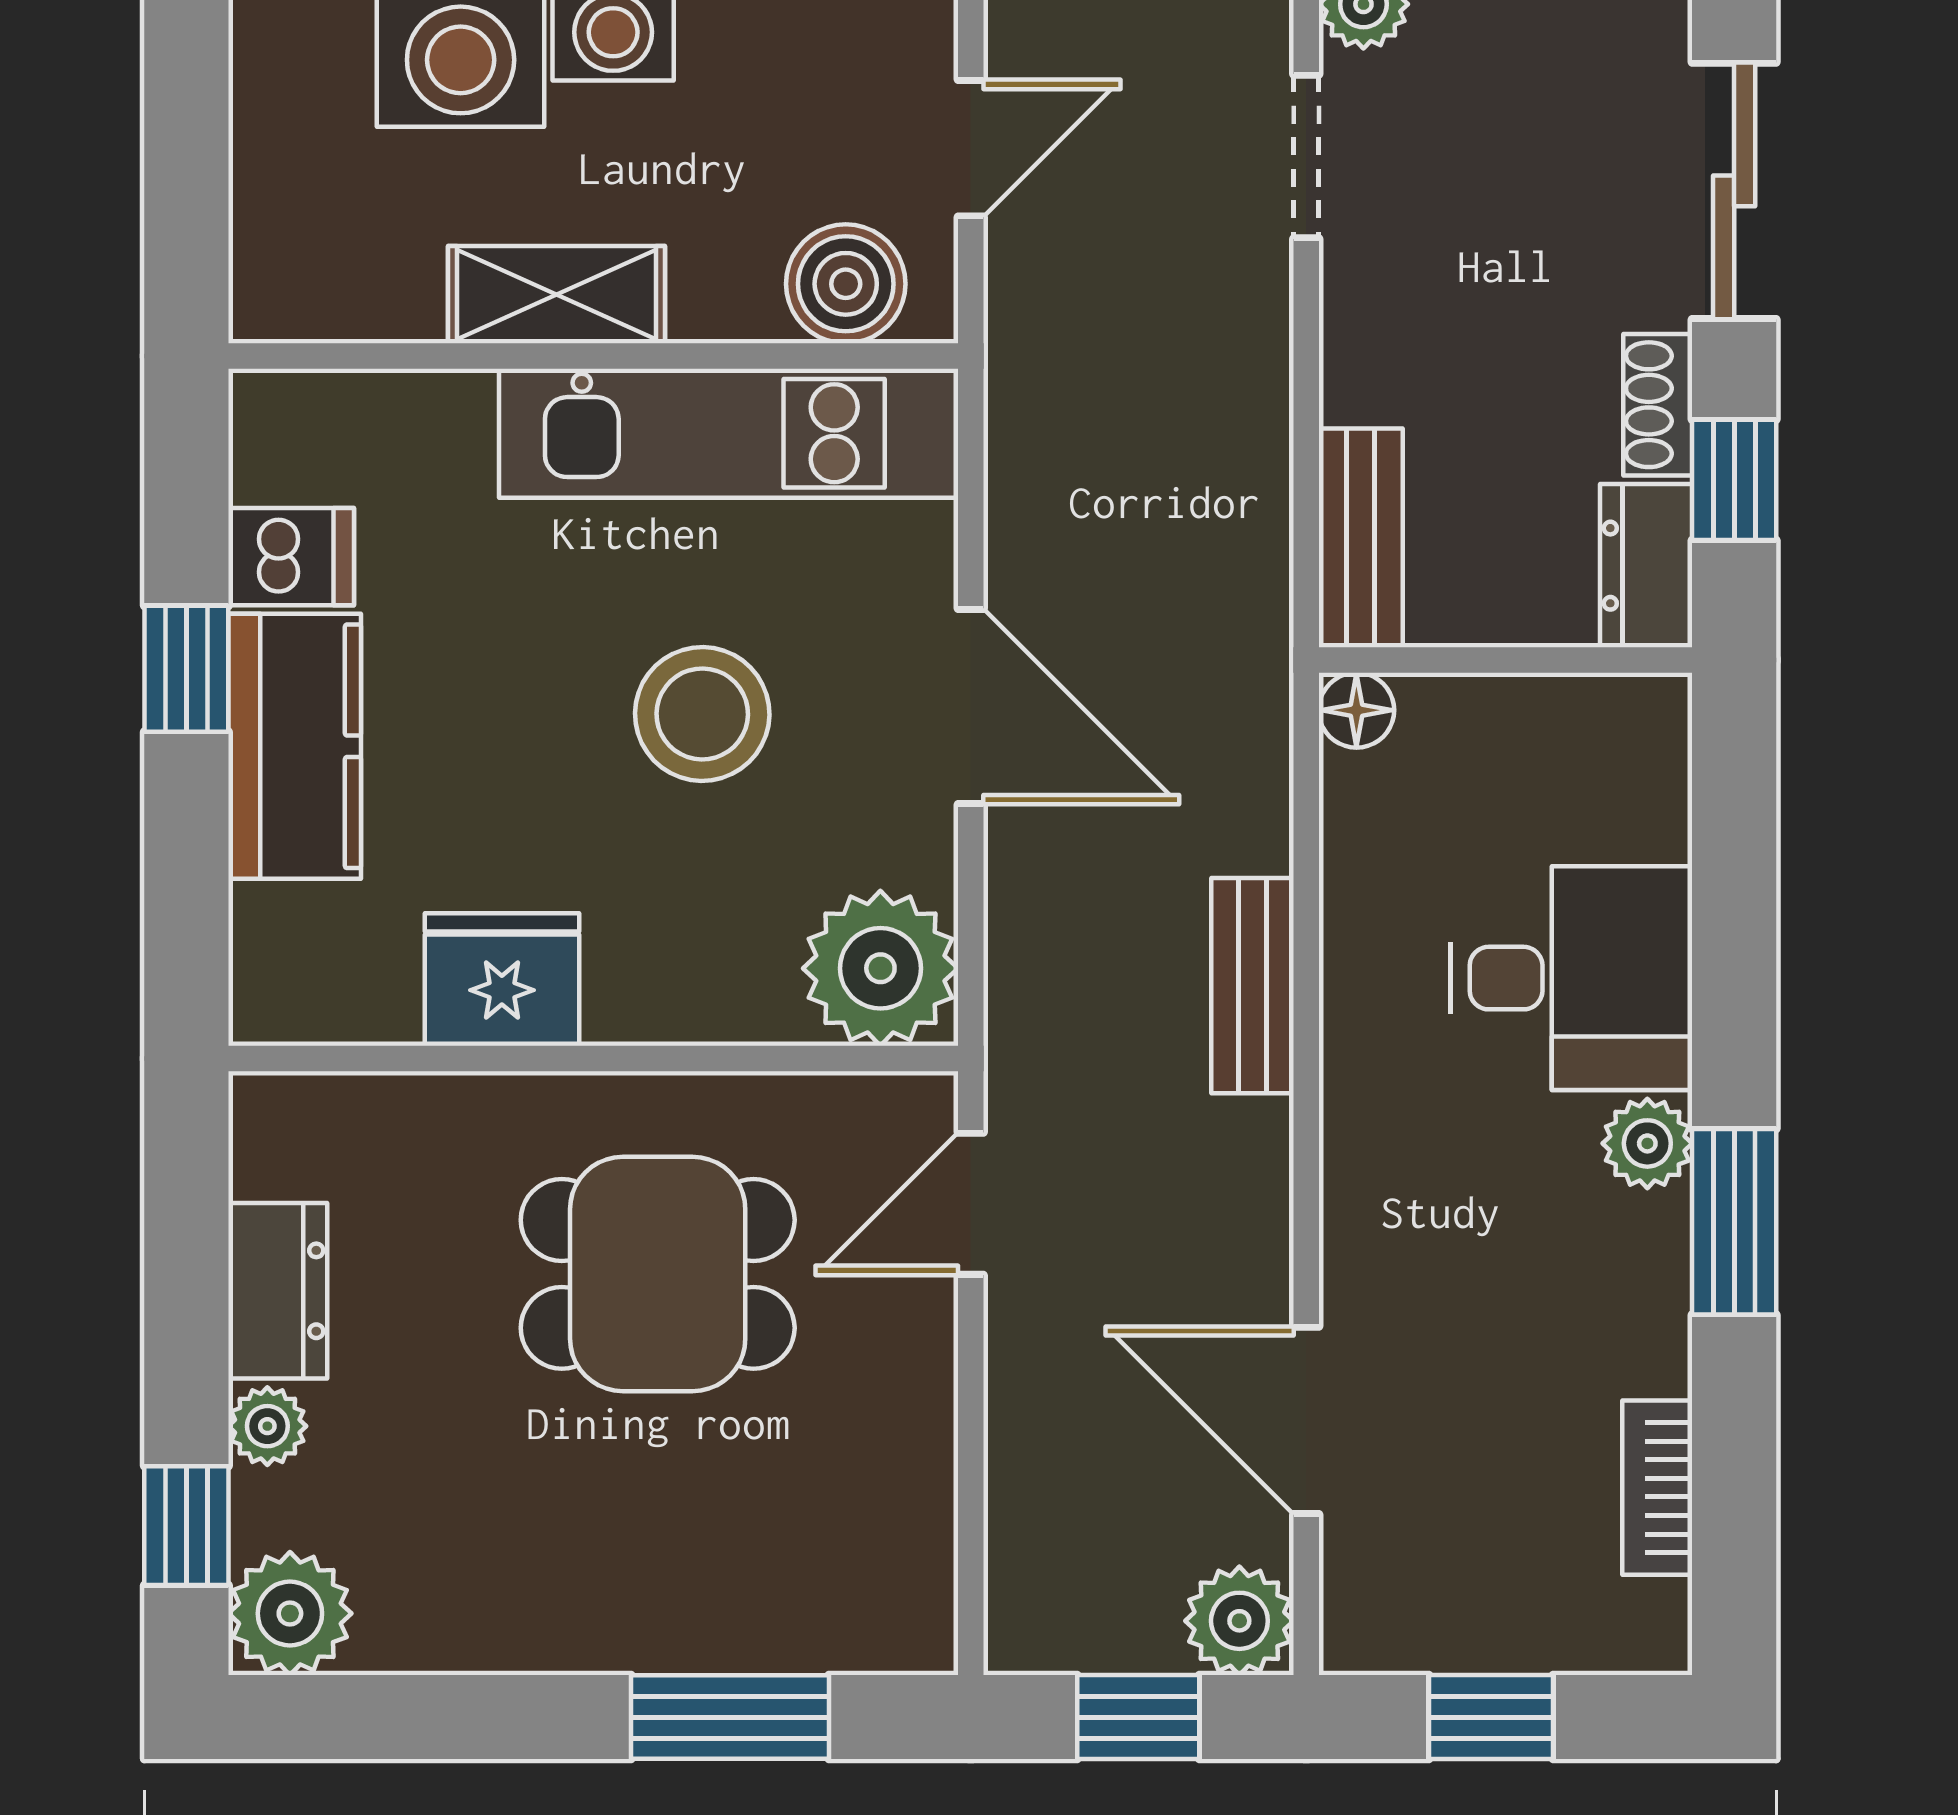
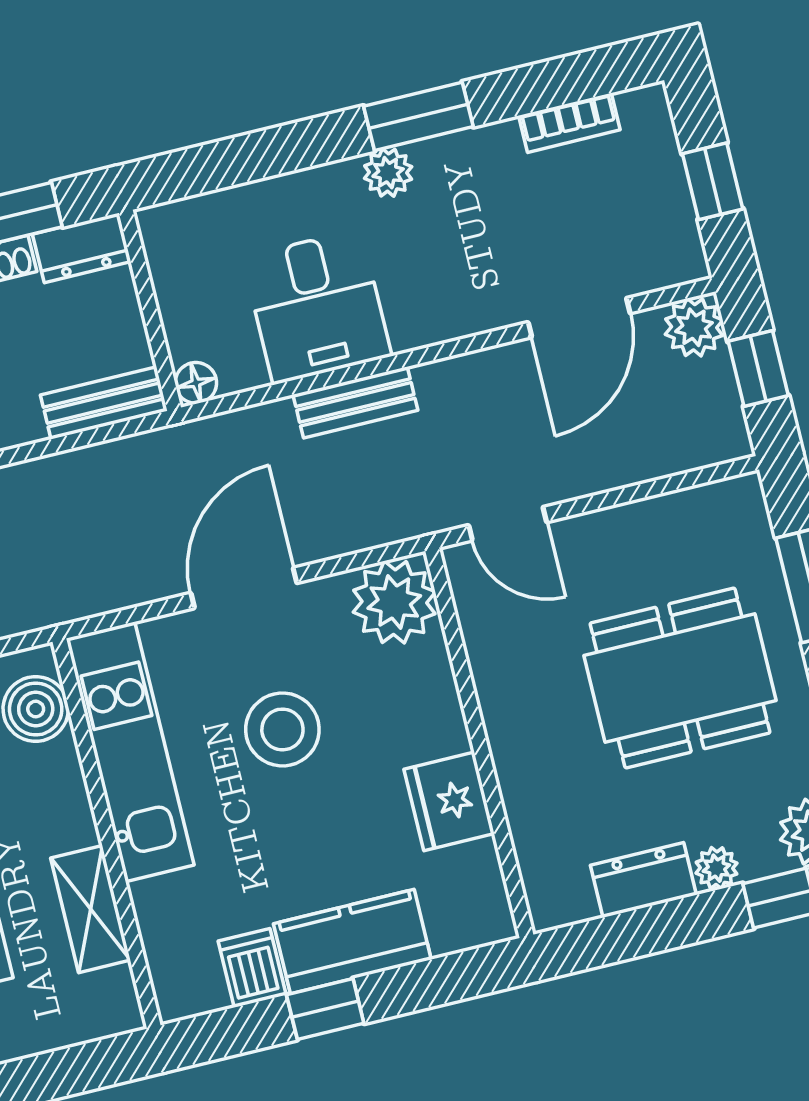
shelving: (557, 295) -> (91, 909), moved
desk: (1571, 978) -> (317, 307), moved, turned 180
dining table: (658, 1274) -> (680, 678), moved, width x1.37

